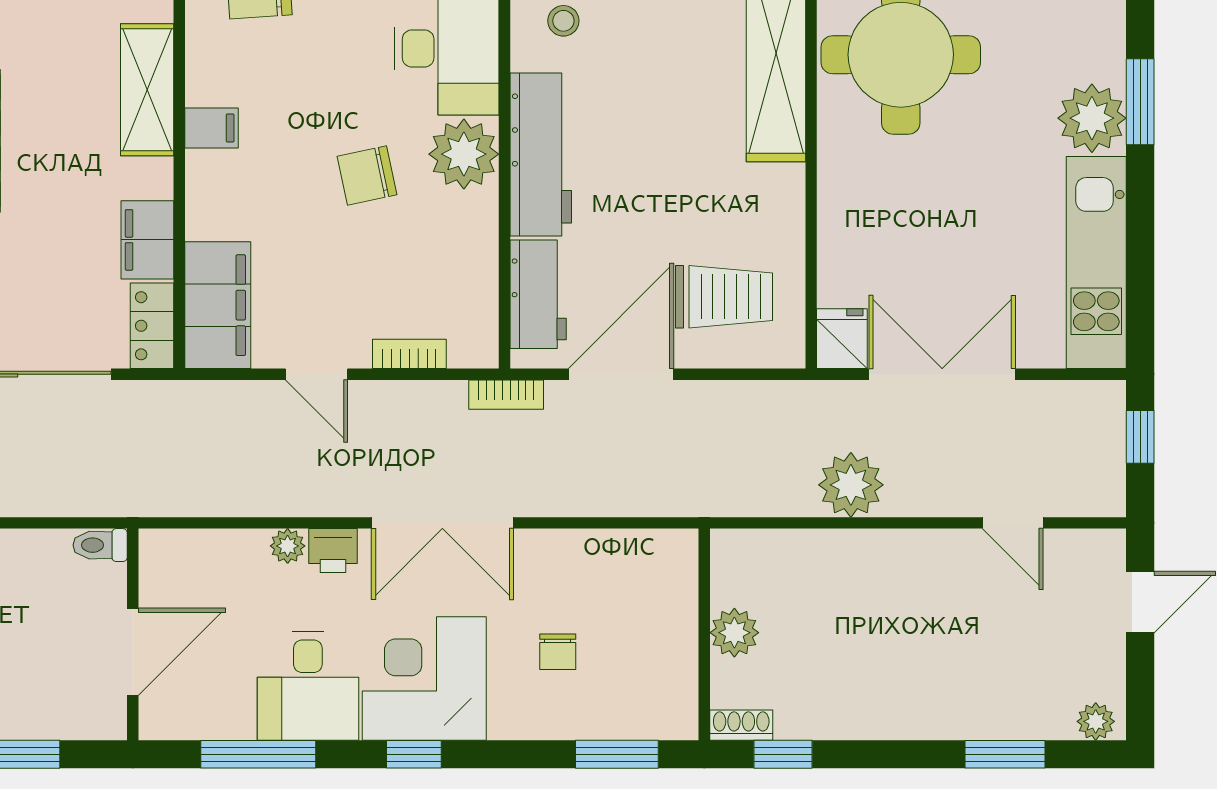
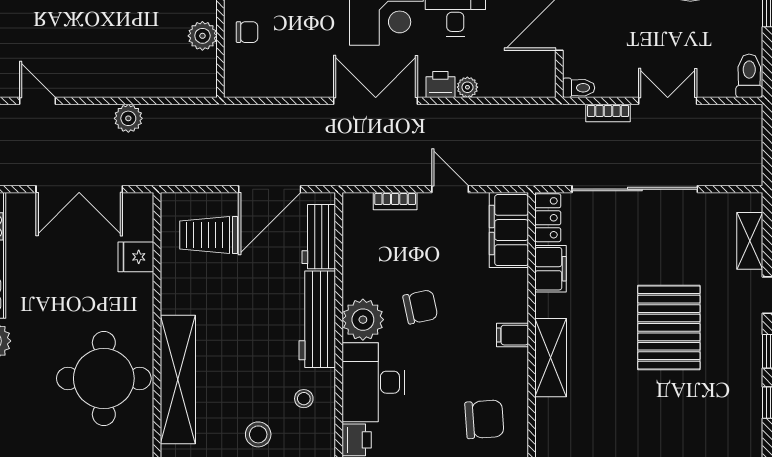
fridge: (842, 339) -> (136, 257), moved, turned 90
bookcase: (506, 395) -> (608, 113), moved, turned 180
plant: (851, 485) -> (128, 118), width x0.73, depth x0.73
chair: (558, 652) -> (247, 32), moved, turned 90

